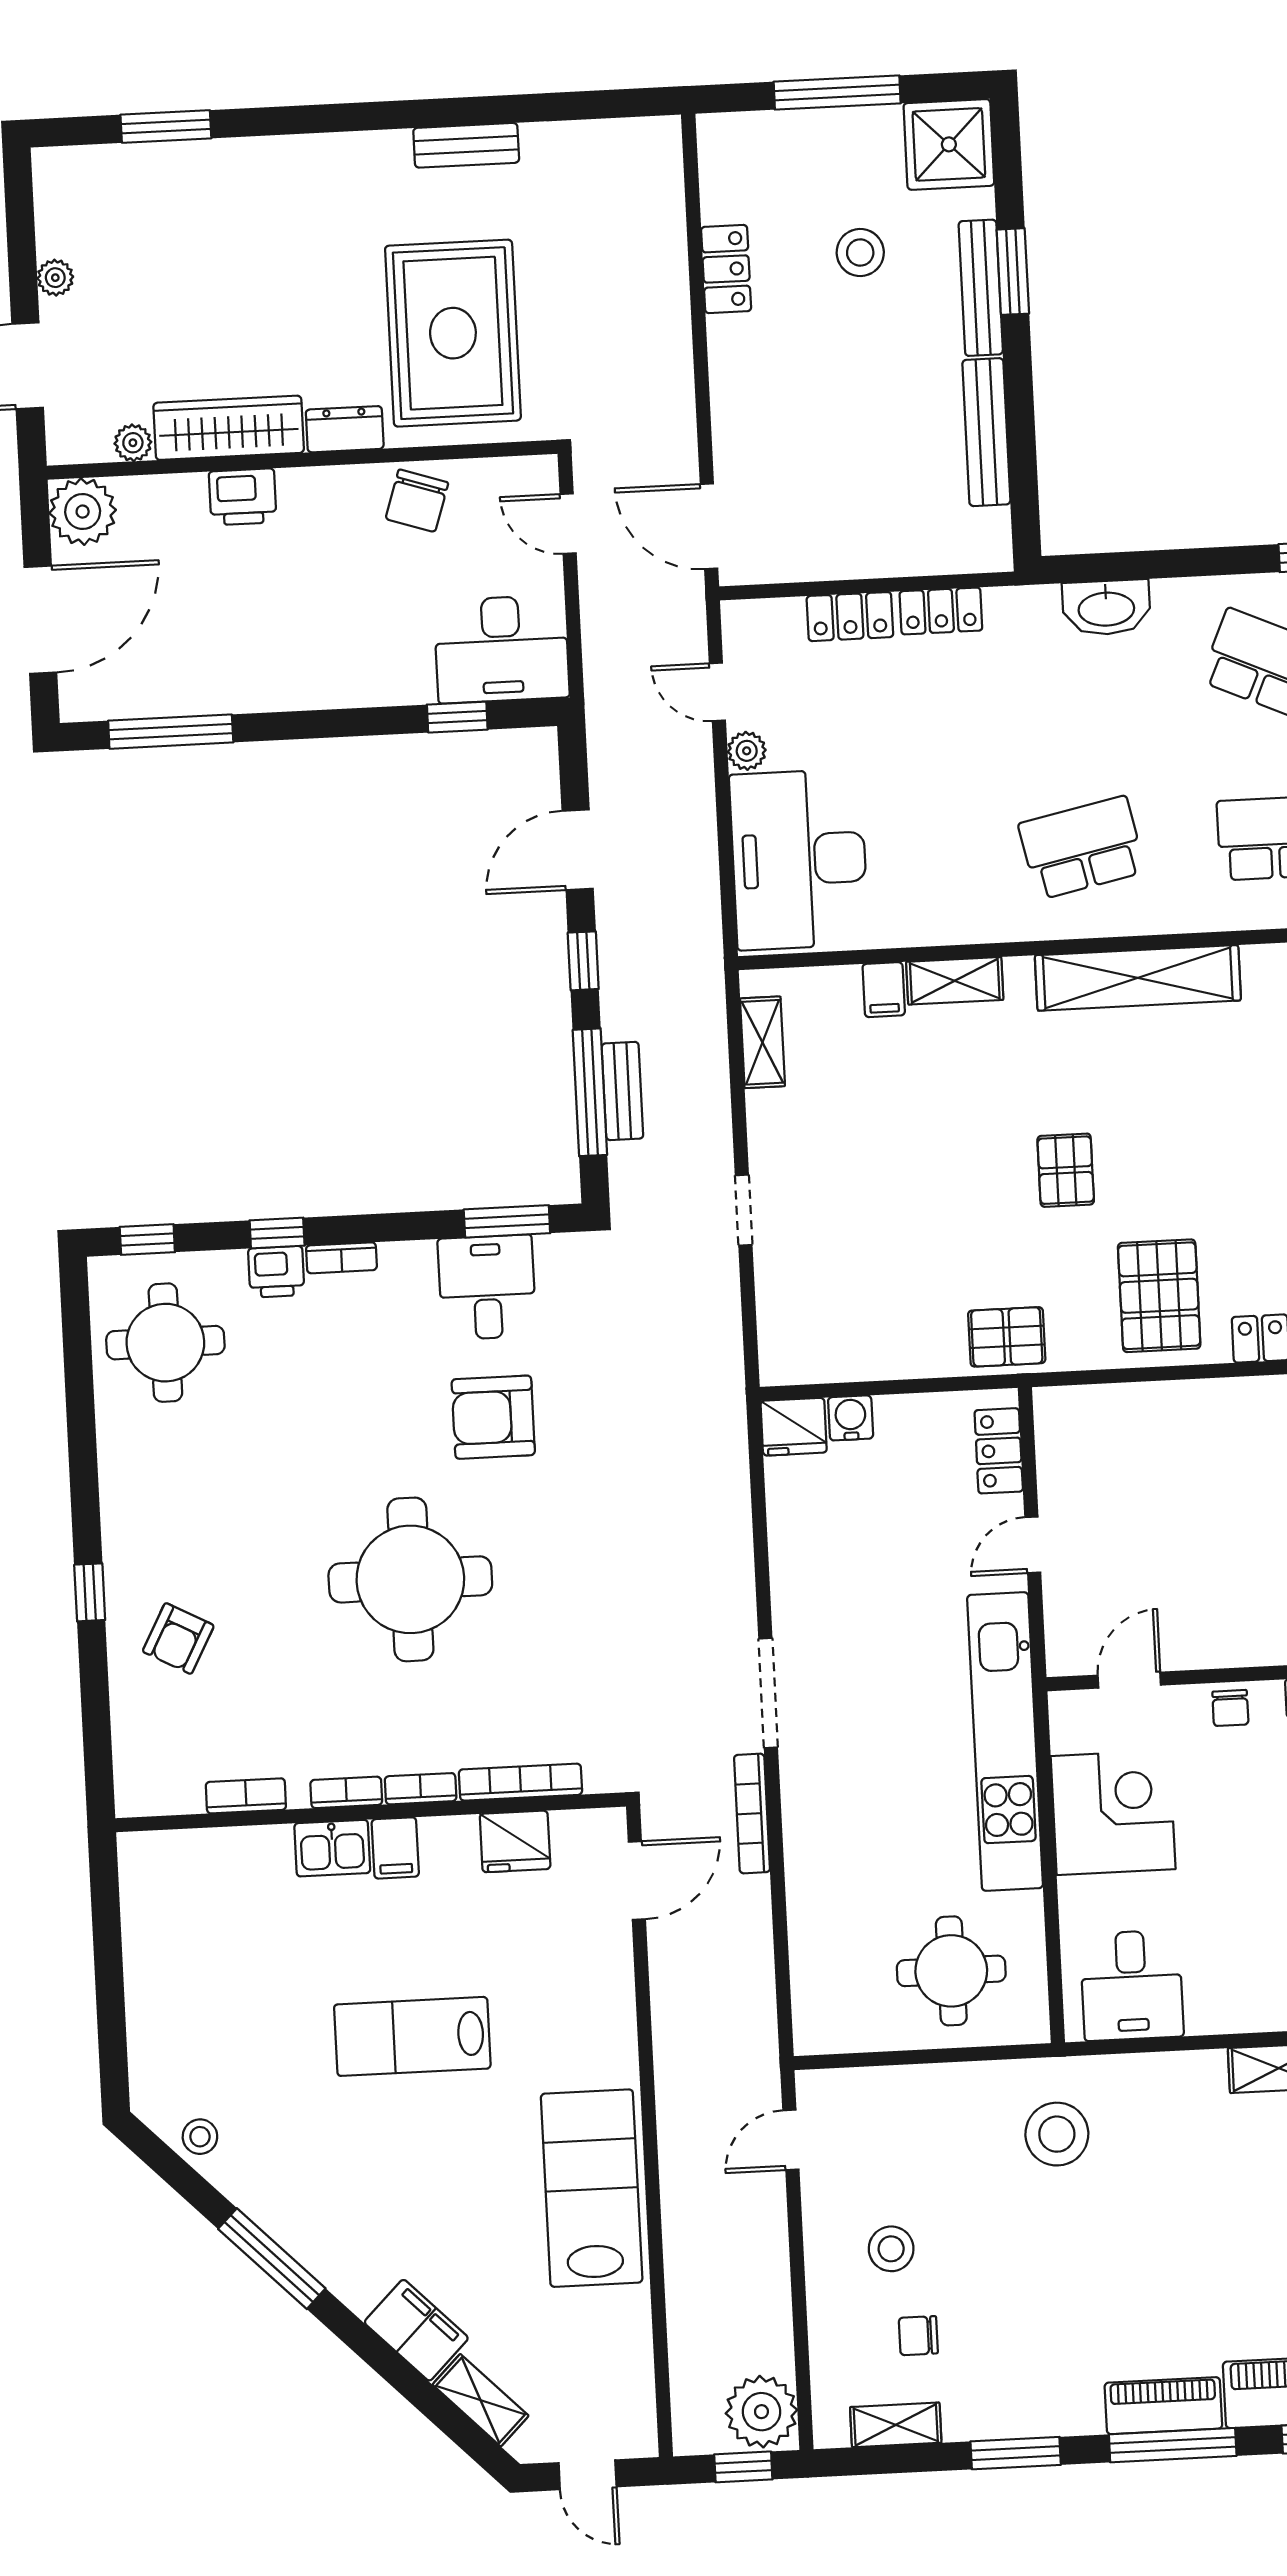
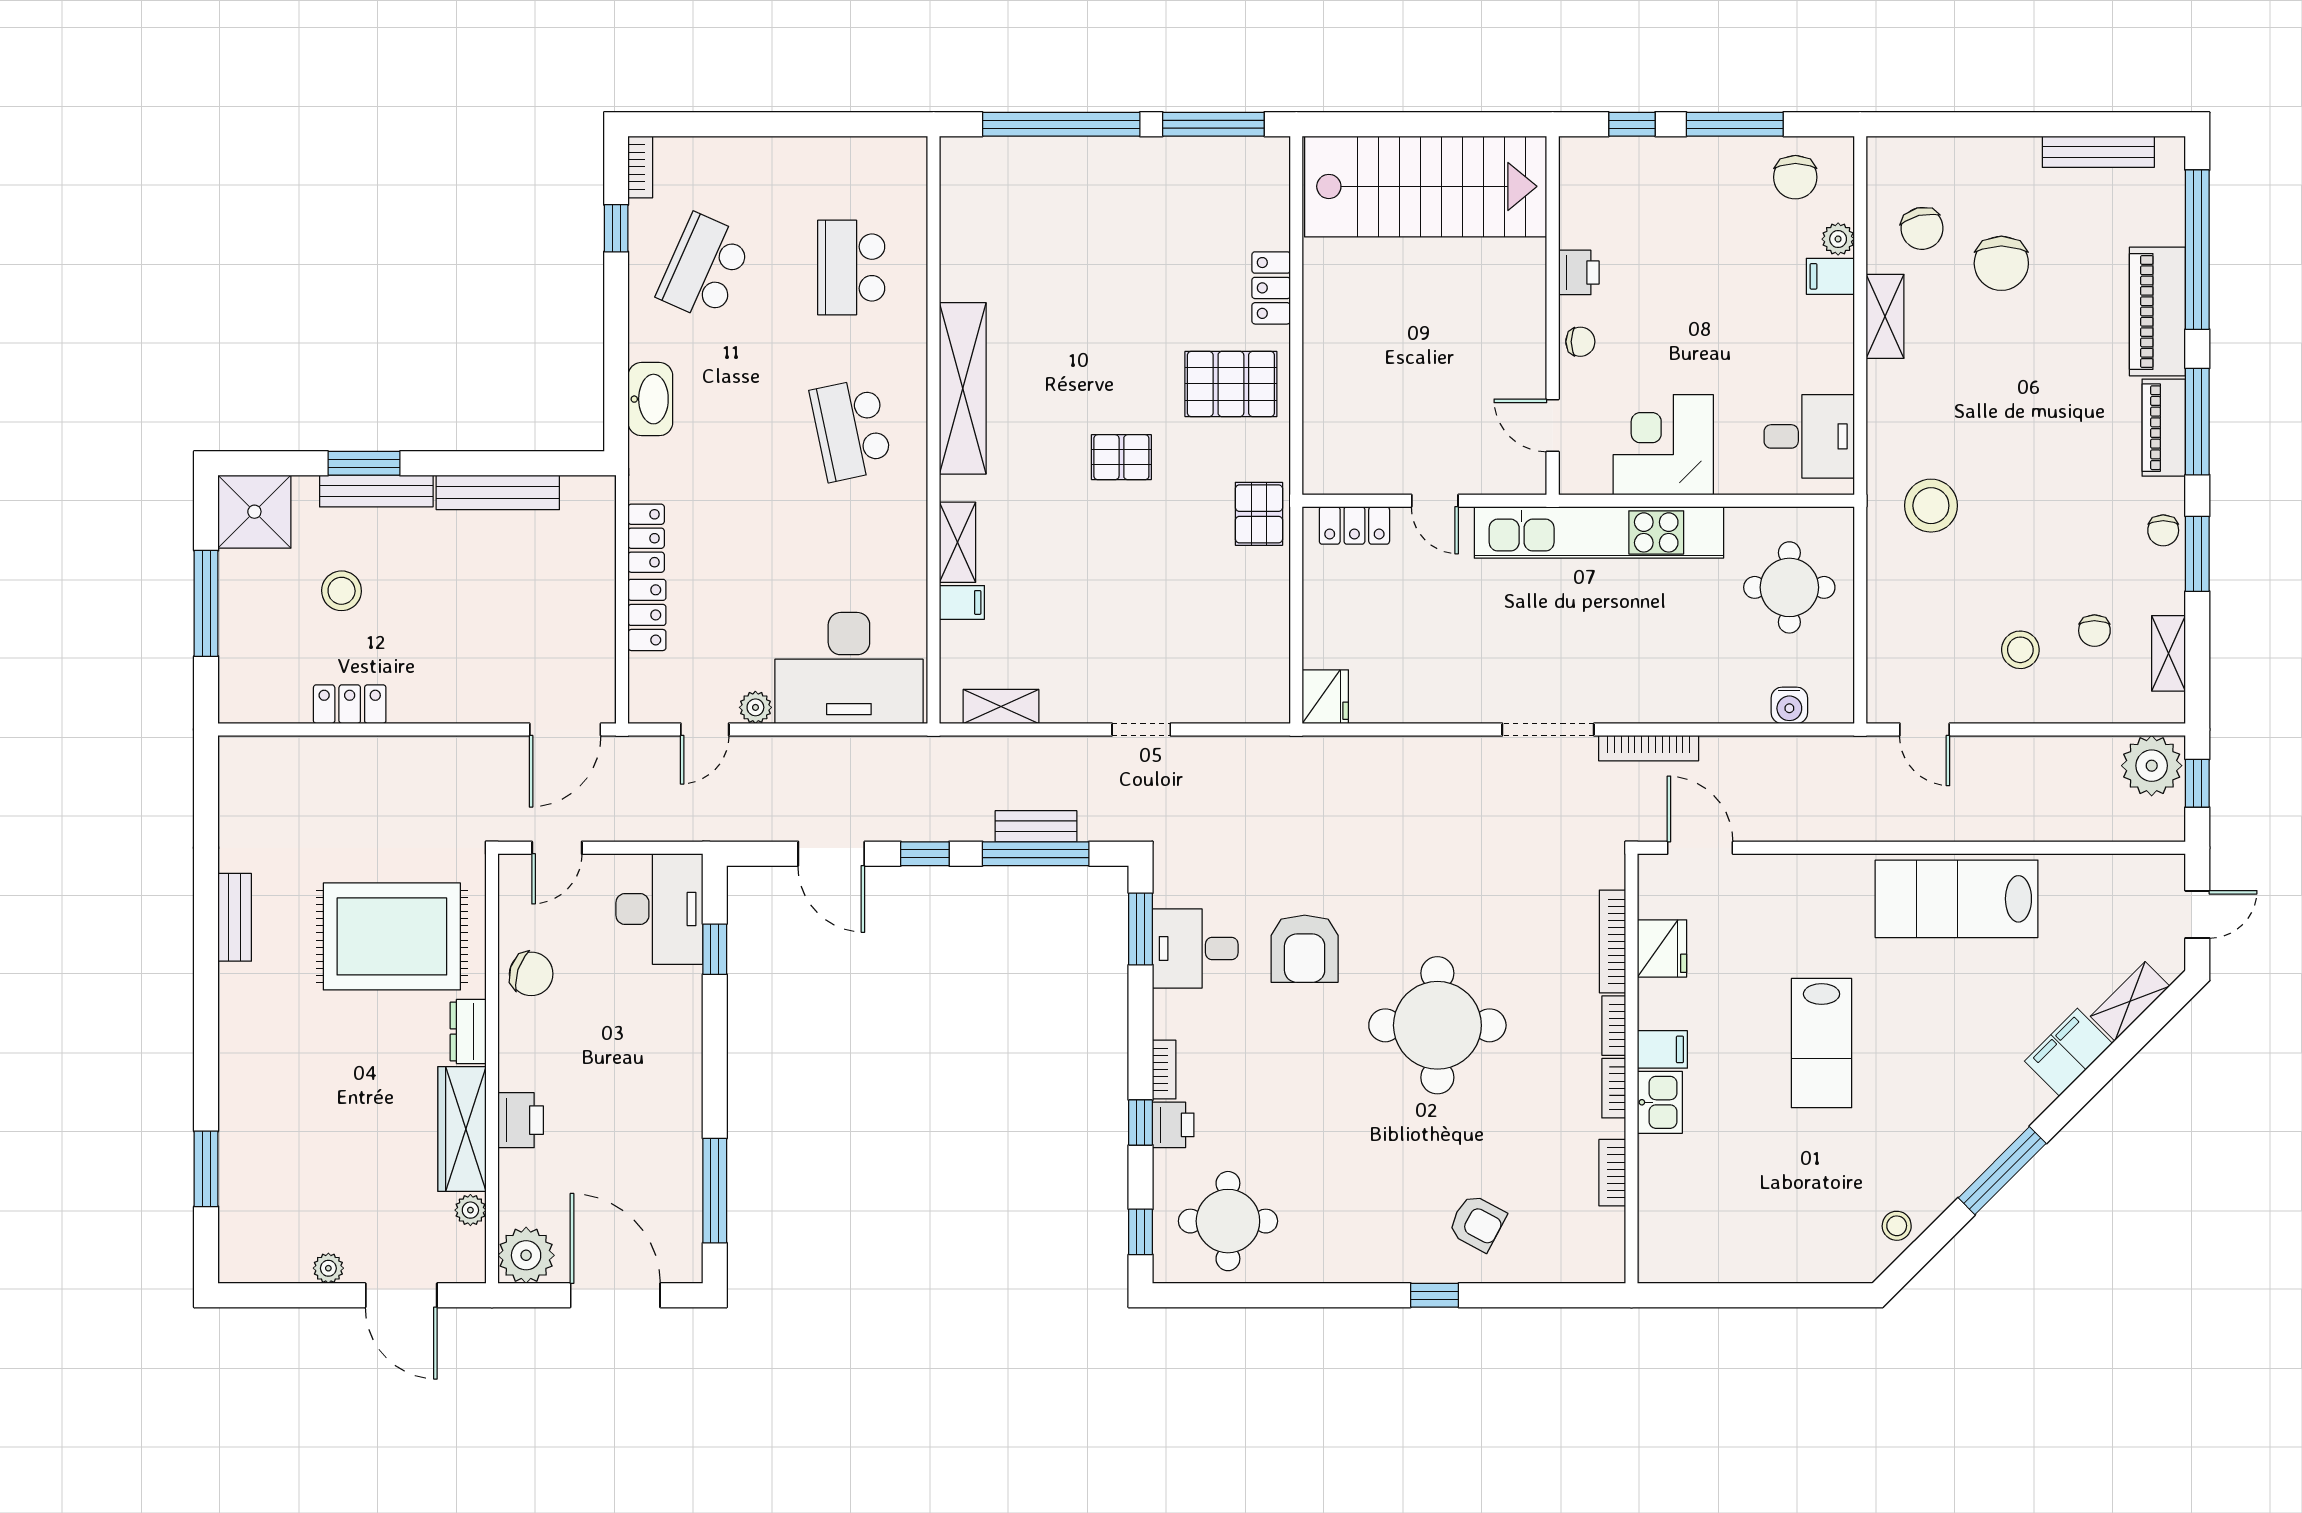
water cooler: (851, 1418) -> (1789, 705), moved, turned -90
chair: (1041, 2411) -> (2163, 530), added

